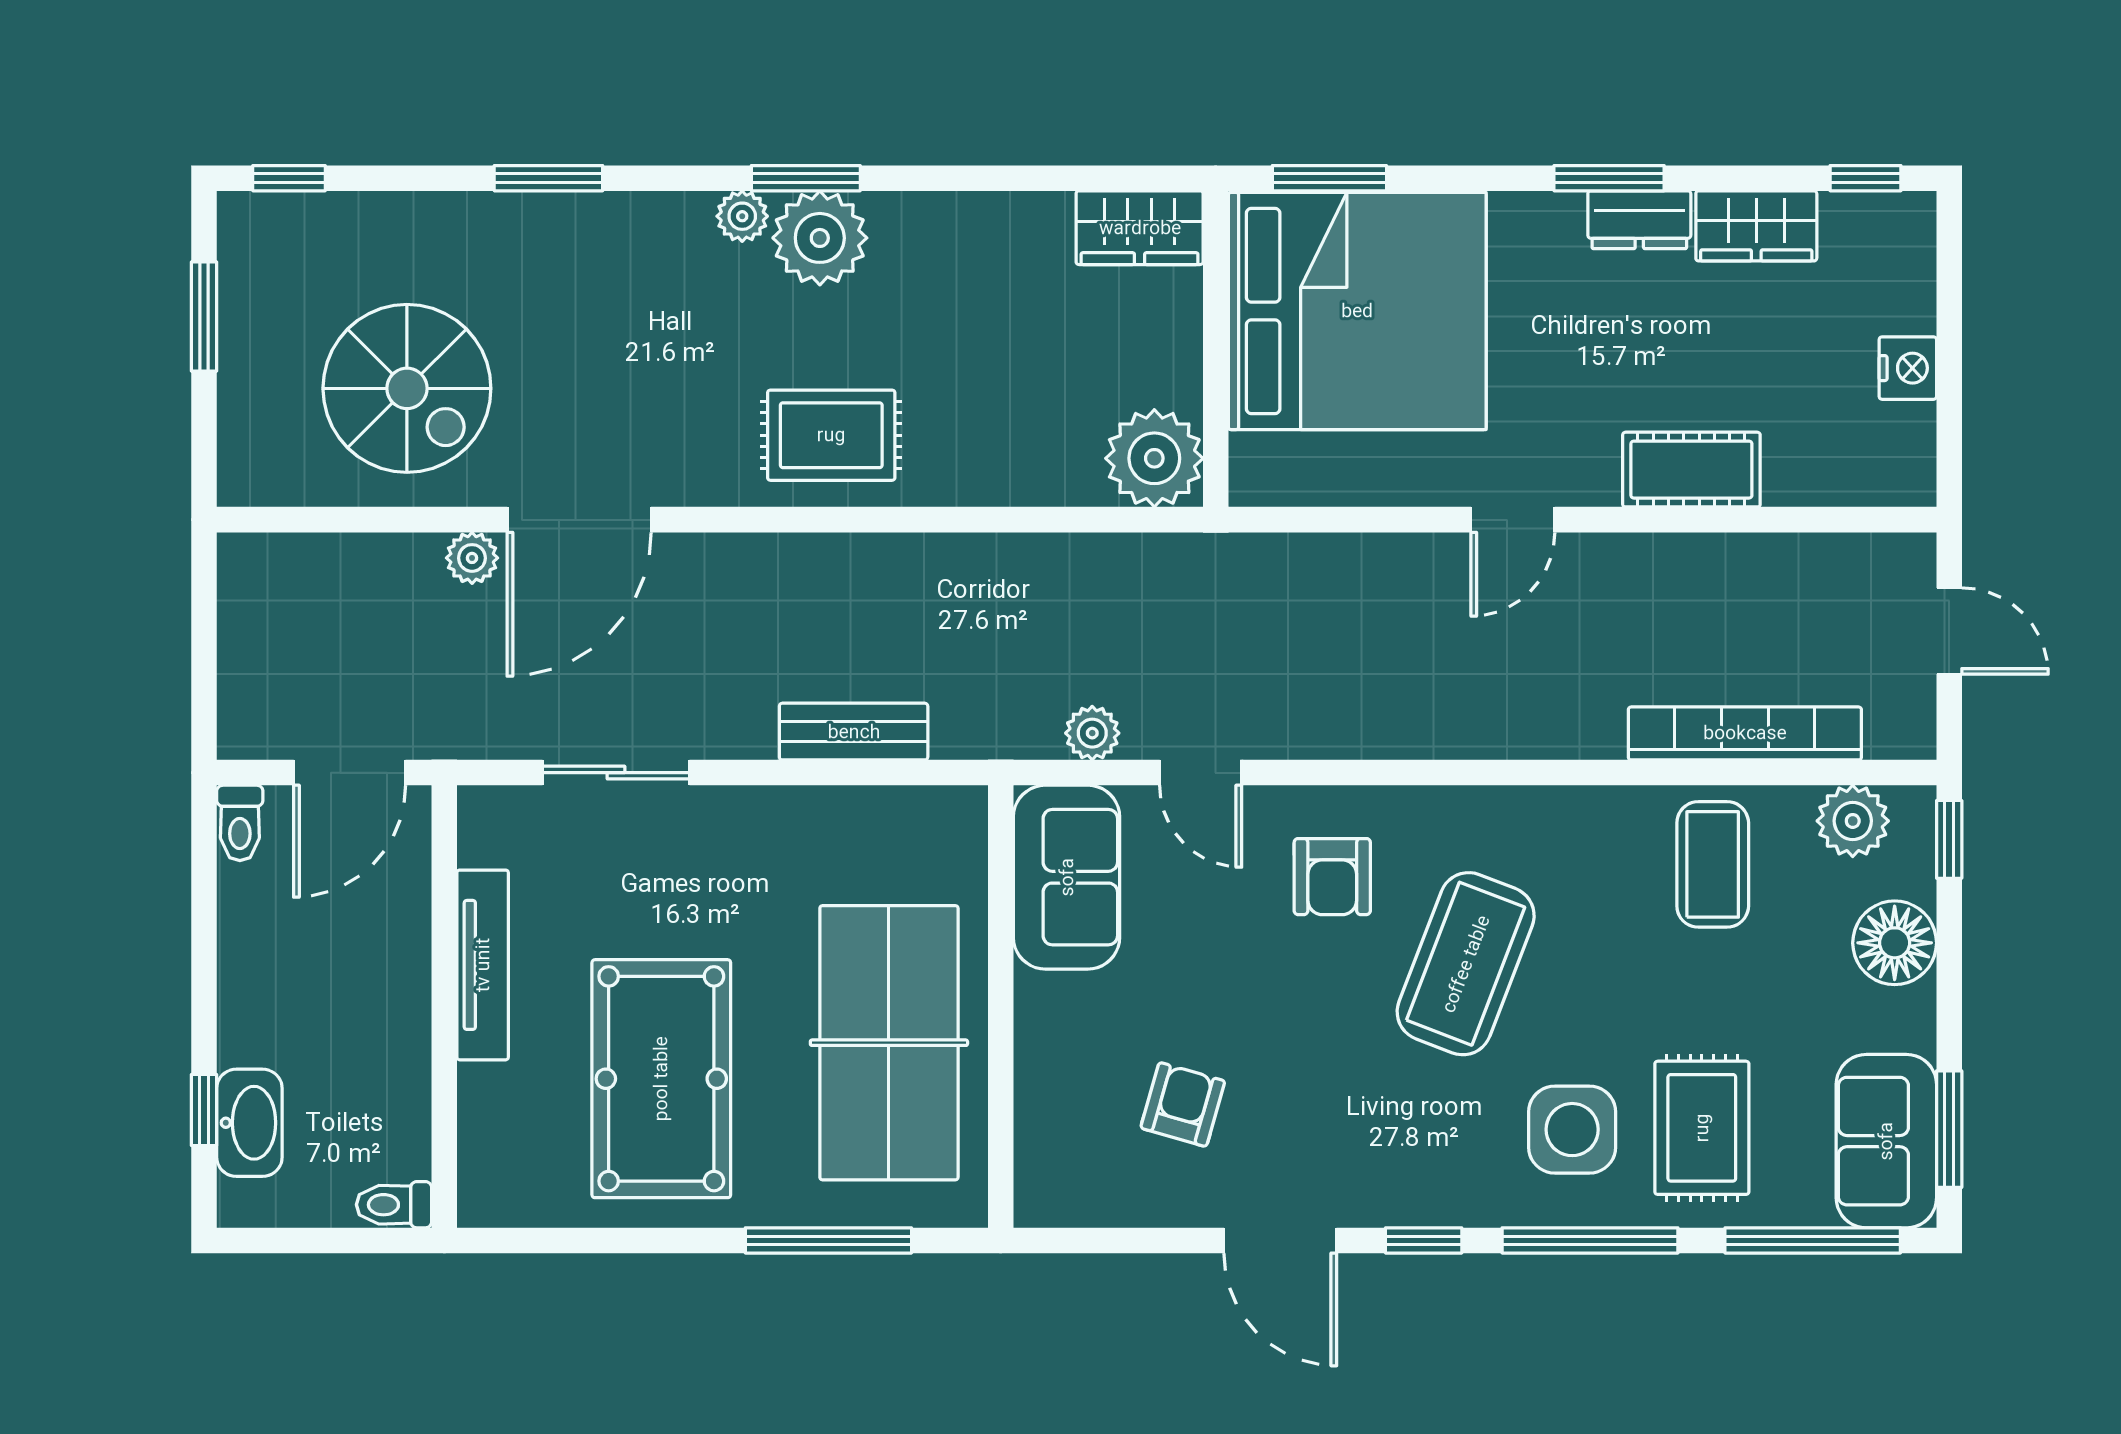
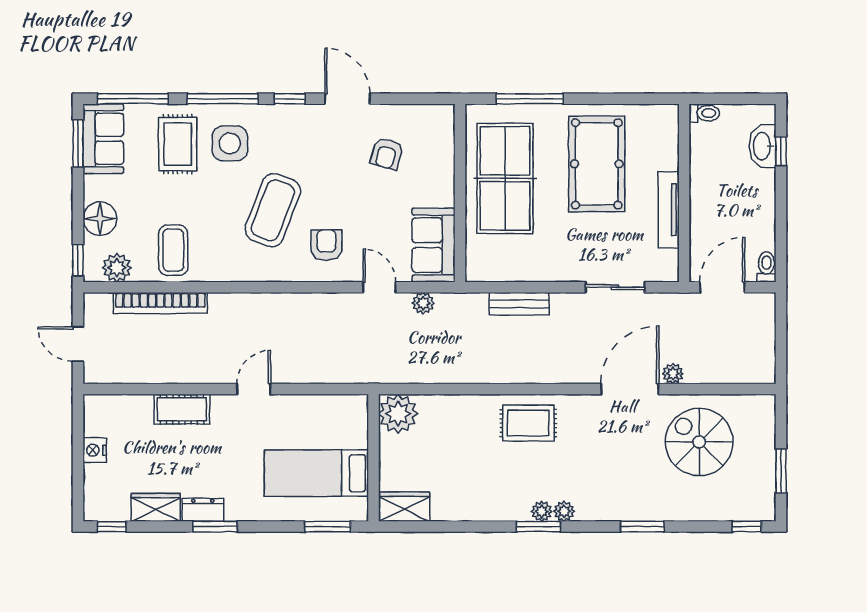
plant: (820, 238) -> (542, 511), width x0.53, depth x0.53
bed: (1357, 311) -> (316, 473), width x0.49

